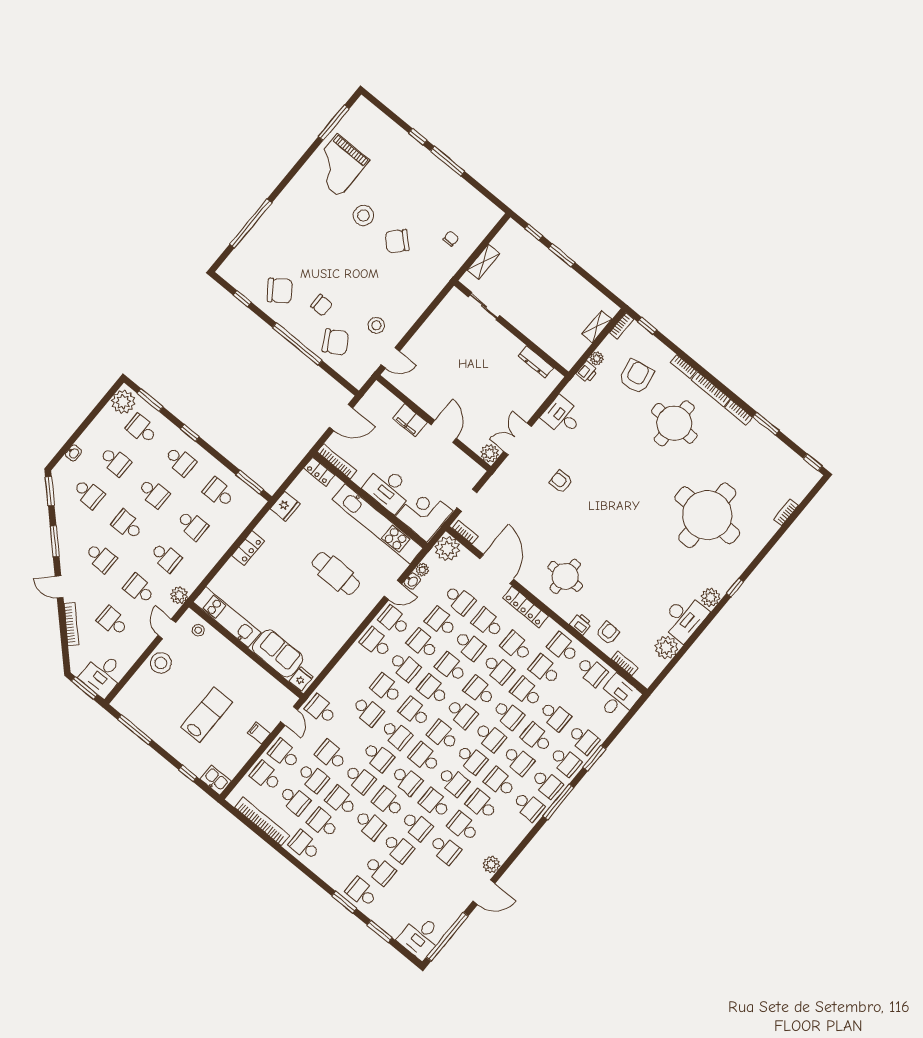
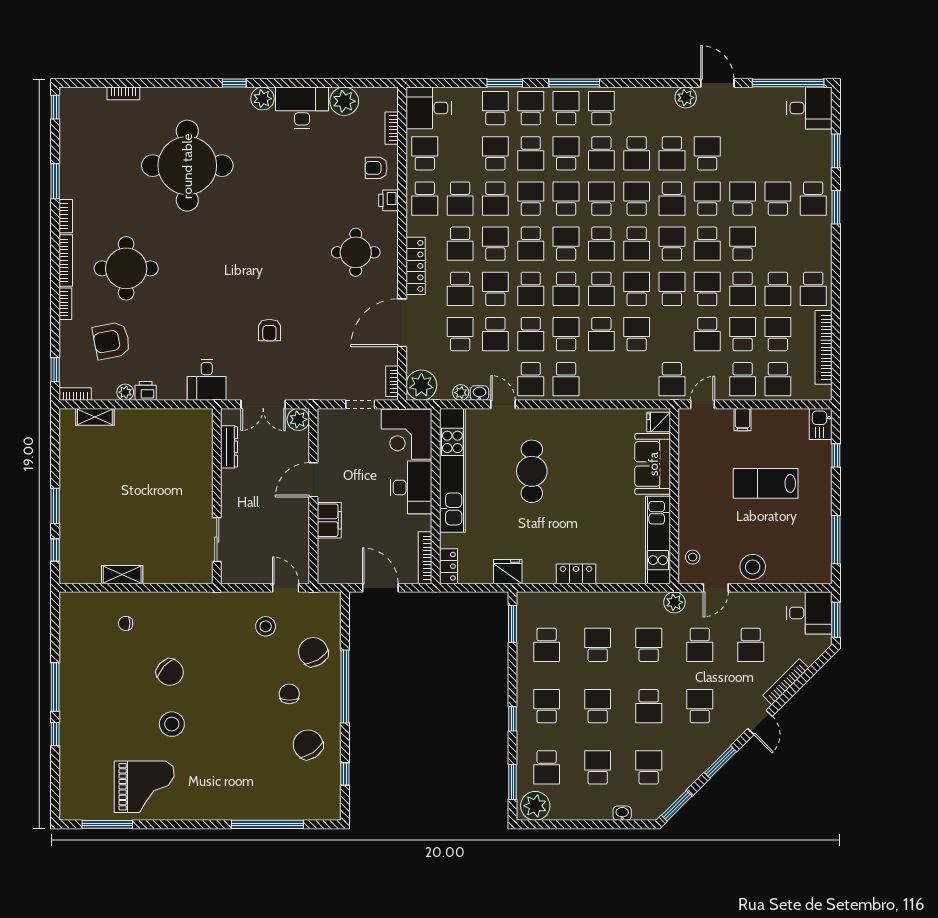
sliding door: (484, 306) -> (217, 540), moved
wall: (511, 329) -> (217, 496), moved
dresser: (536, 362) -> (229, 447), moved

